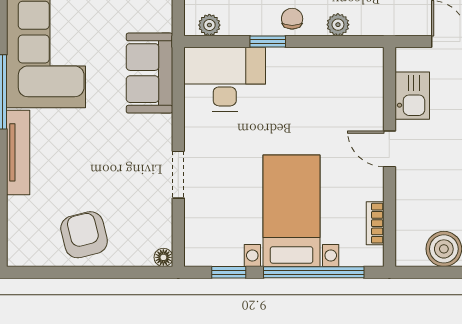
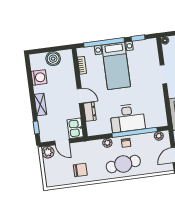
window: (268, 41) -> (135, 132), width x3.17
desk: (225, 79) -> (127, 118), moved
kitchen sink: (412, 96) -> (75, 128), moved
dresser: (371, 107) -> (90, 112), added

